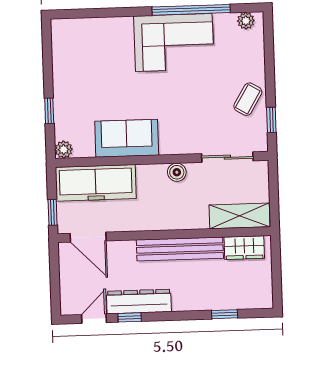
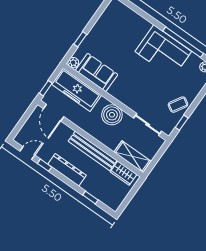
sofa: (127, 138) -> (97, 72), moved
boiler: (177, 172) -> (112, 115), width x1.86, depth x1.86
dresser: (139, 301) -> (67, 170), moved

